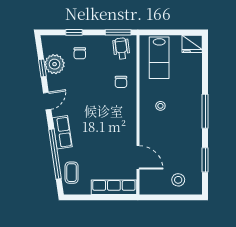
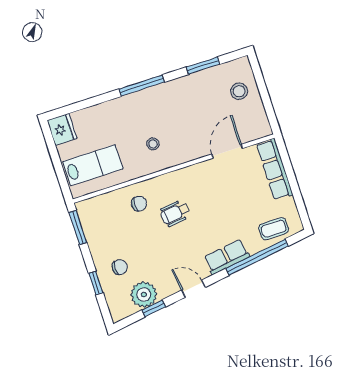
wheelchair: (121, 48) -> (175, 213), moved

